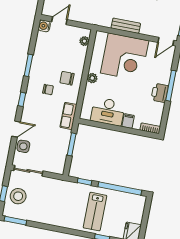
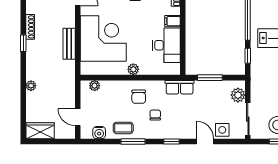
water cooler: (44, 26) -> (99, 133), moved
coffee table: (42, 59) -> (123, 128), added
plant: (51, 166) -> (238, 95), added

